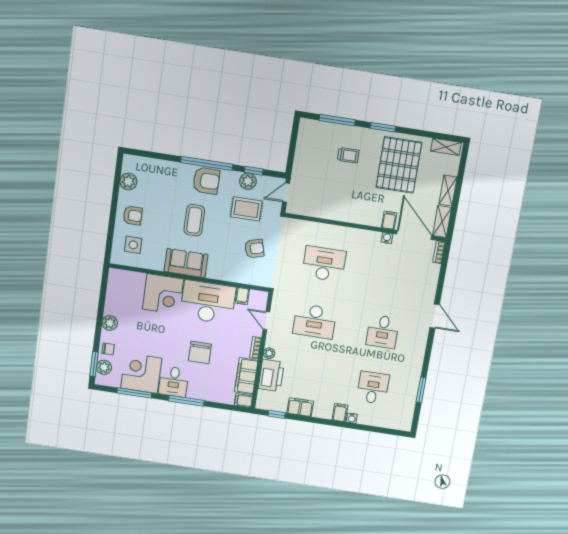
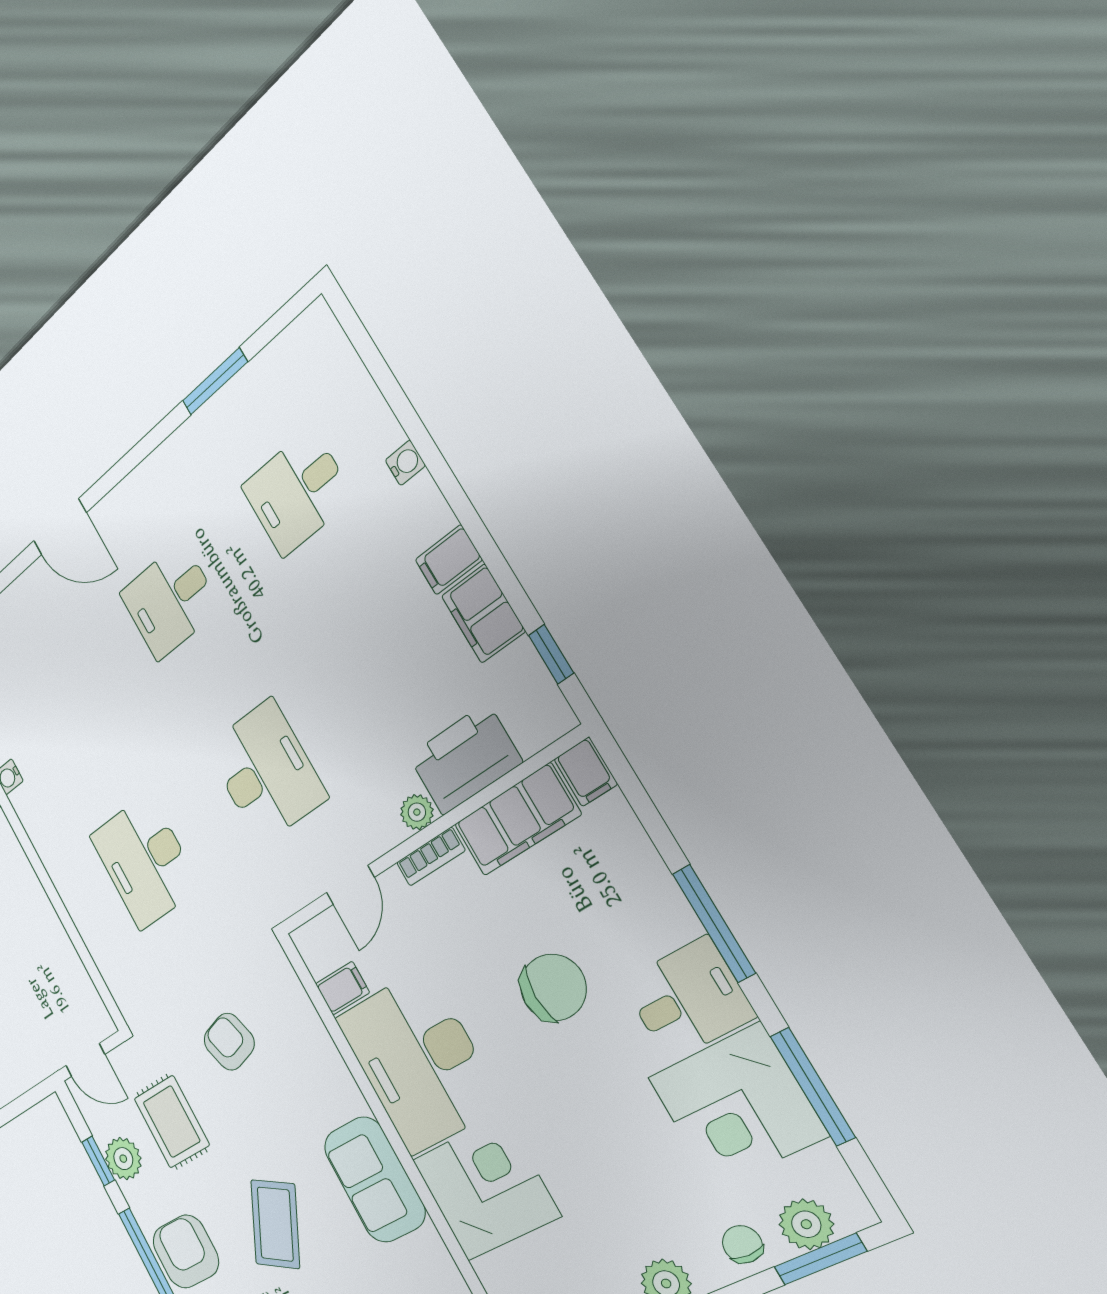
coffee table: (194, 220) -> (275, 1224), turned -61
door: (435, 316) -> (60, 527), swing flipped
desk: (383, 332) -> (170, 601), turned 180
filing cabinet: (340, 413) -> (449, 560), moved

